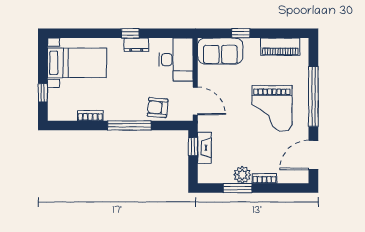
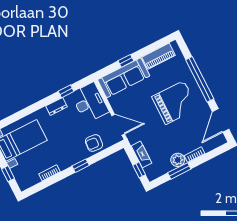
window: (130, 33) -> (66, 91), moved
sofa: (220, 51) -> (124, 78), width x1.36
grand piano: (272, 108) -> (175, 103), turned -90
window: (129, 125) -> (81, 166), width x0.46
window: (193, 146) -> (139, 170), moved

